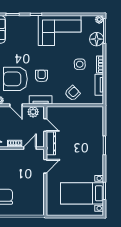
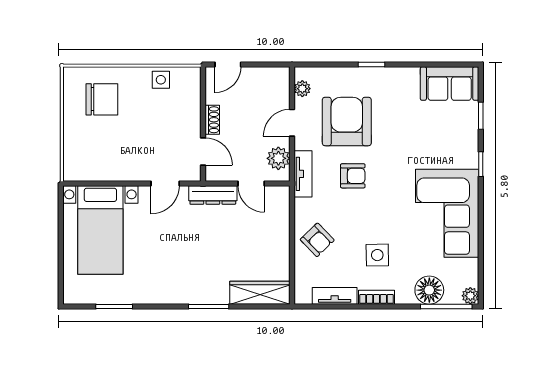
wardrobe: (98, 121) -> (260, 293), added
door: (45, 125) -> (251, 183), hinge flipped
door: (45, 166) -> (165, 183), hinge flipped
bed with nightstands: (82, 193) -> (100, 230), moved, turned 180

